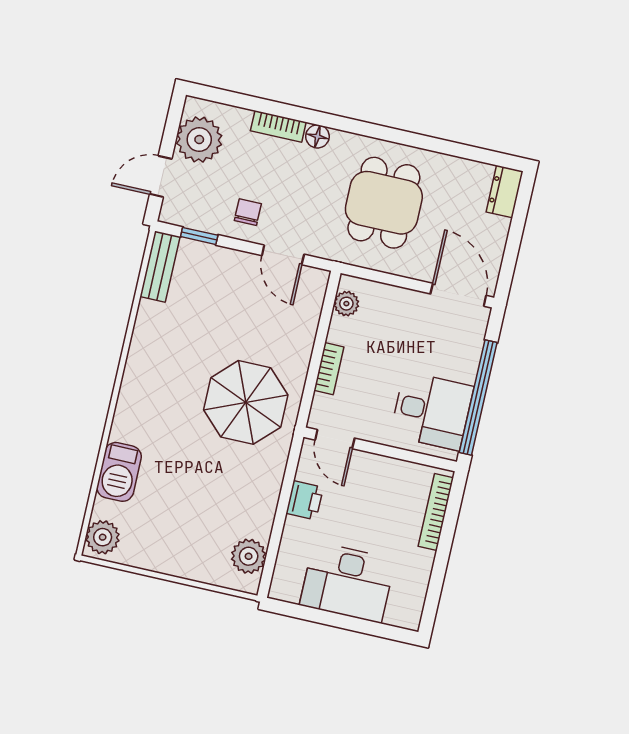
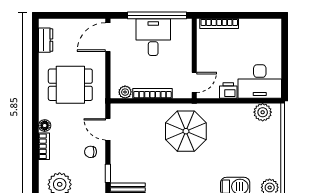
dresser: (505, 192) -> (46, 40), moved, turned -90
door: (283, 255) -> (108, 129), swing flipped
bookcase: (329, 369) -> (152, 93), width x1.56
desk: (432, 411) -> (153, 37), moved
desk: (347, 582) -> (260, 82), moved, turned 90

